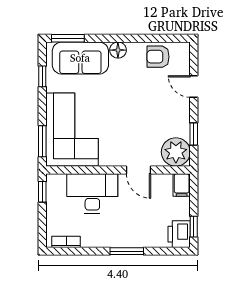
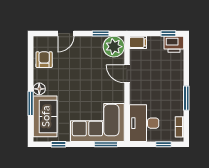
window: (68, 38) -> (31, 103), moved
armchair: (158, 57) -> (44, 60), turned 180
door: (139, 170) -> (127, 74), swing flipped
window: (42, 192) -> (163, 144), moved
desk: (92, 193) -> (144, 123), moved
window: (127, 251) -> (186, 98), moved

